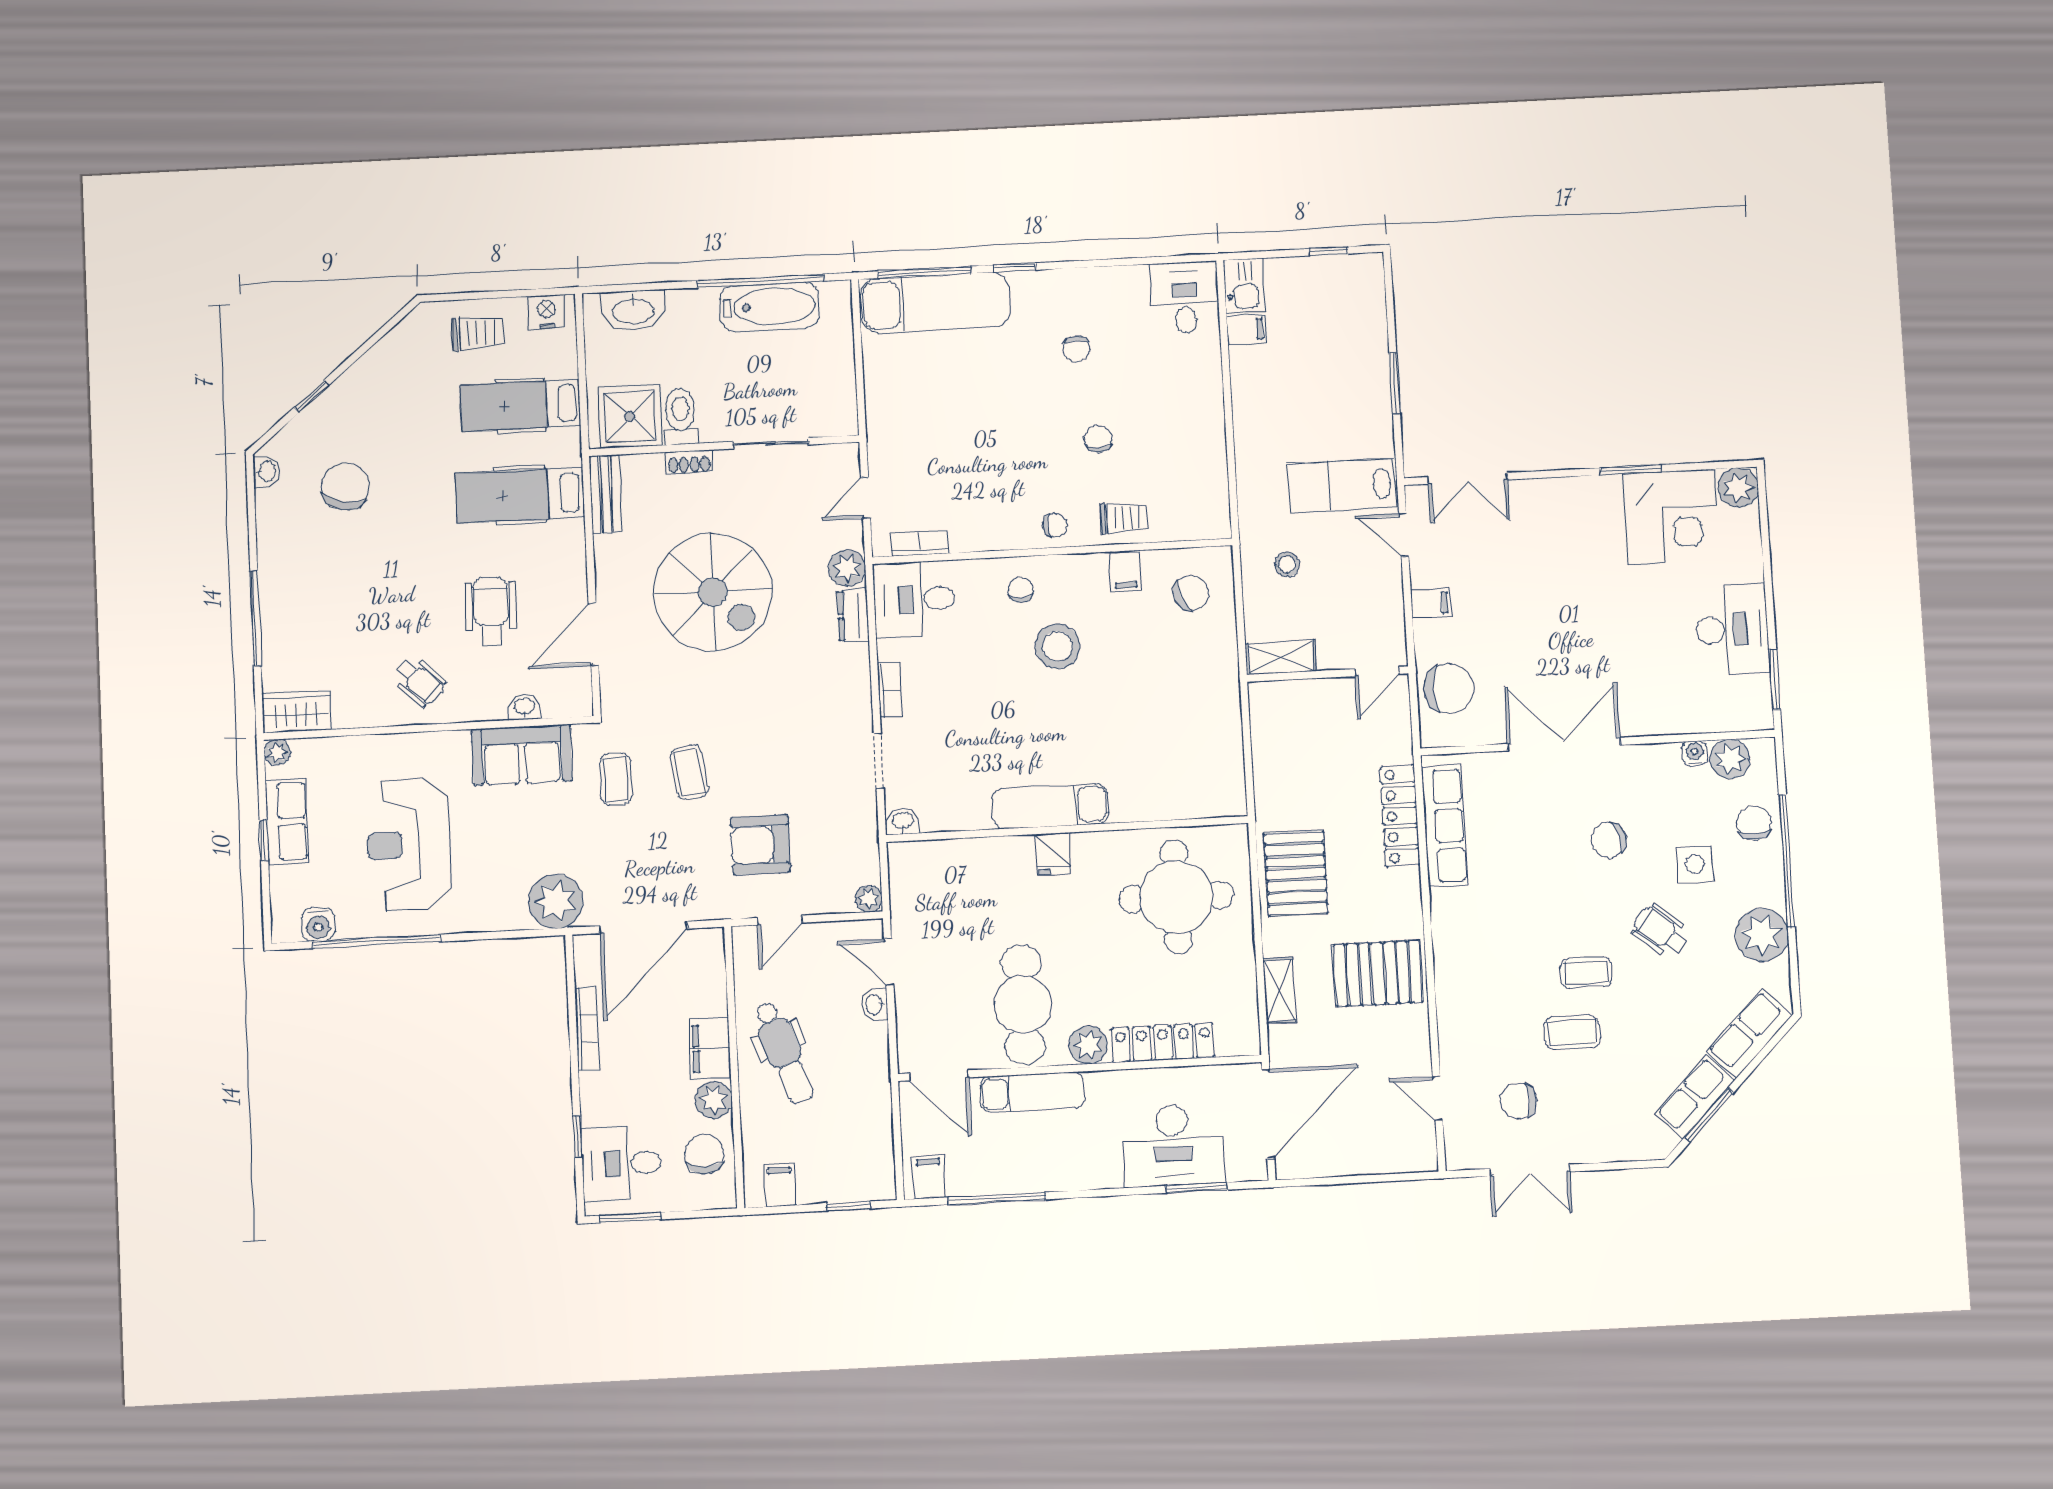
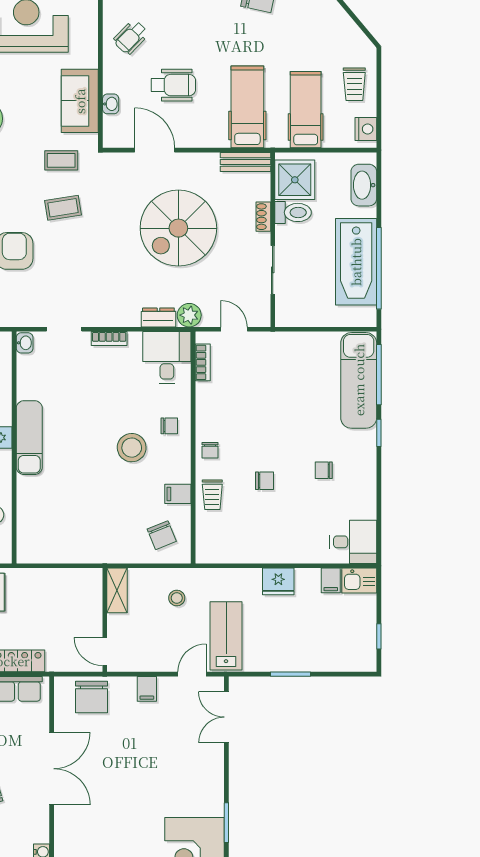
bathtub: (770, 307) -> (356, 262), width x1.36, depth x1.36
fridge: (1252, 410) -> (278, 581), added

